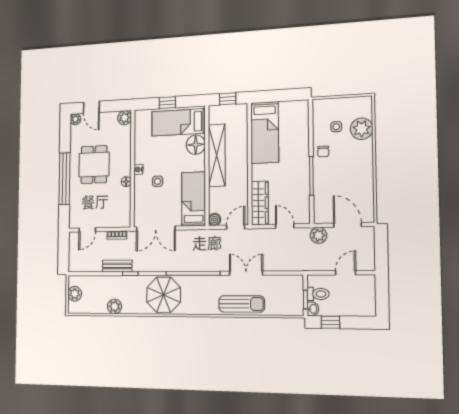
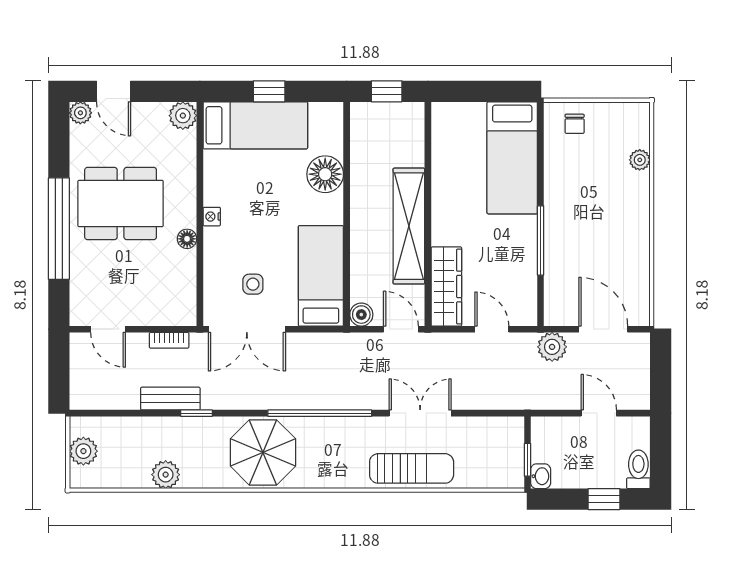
bed: (178, 122) -> (255, 125), moved, turned 180
side table: (336, 127) -> (586, 154), removed
plant: (362, 129) -> (640, 160), width x0.53, depth x0.53
bed: (265, 132) -> (512, 158), moved
chair: (323, 151) -> (575, 124), moved
shelving: (217, 155) -> (409, 226), moved
dining table: (94, 165) -> (121, 203), width x1.37
side table: (158, 181) -> (253, 284), moved
door: (236, 227) -> (401, 329), hinge flipped
door: (87, 230) -> (108, 329), hinge flipped
door: (346, 273) -> (599, 413), hinge flipped
toilet: (318, 294) -> (638, 469), moved, turned -90
window: (330, 322) -> (604, 499), moved

